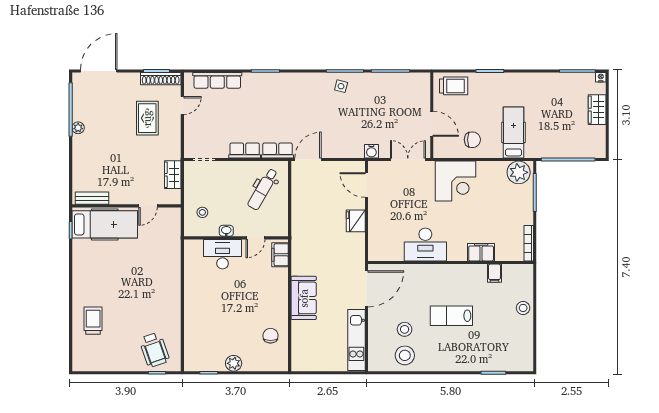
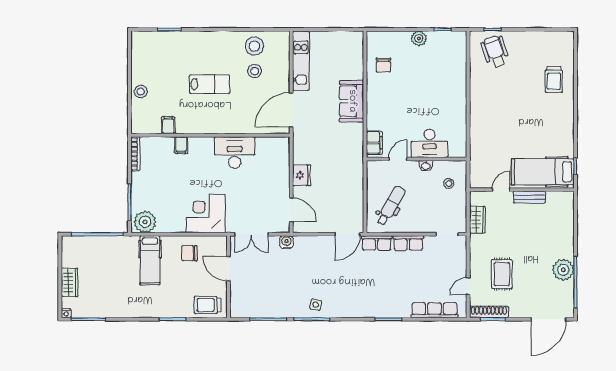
plant: (78, 128) -> (563, 270), width x1.88, depth x1.88
bench: (92, 198) -> (529, 197), moved
filing cabinet: (481, 252) -> (181, 145), width x0.50

